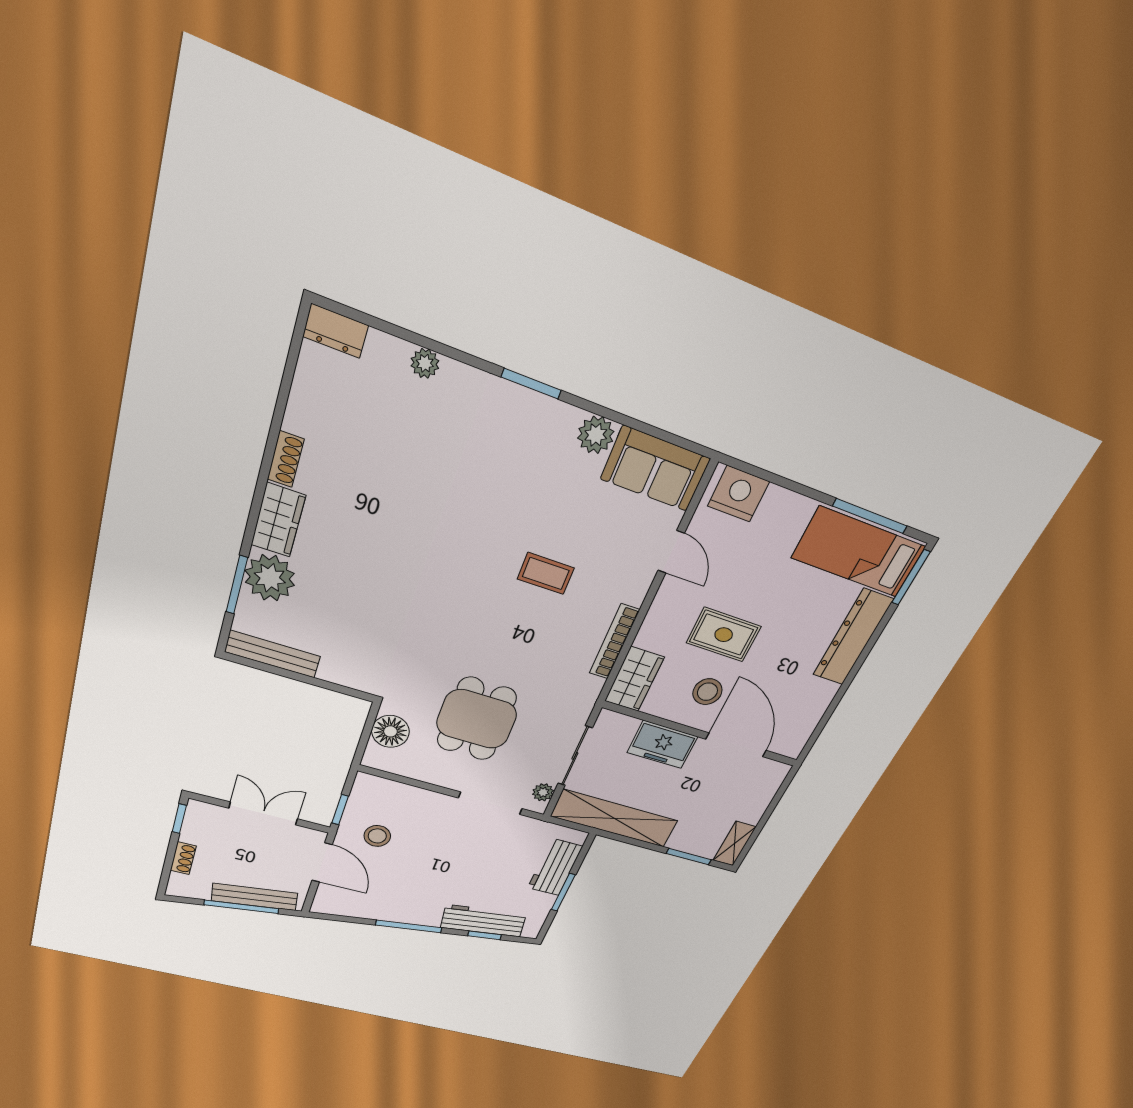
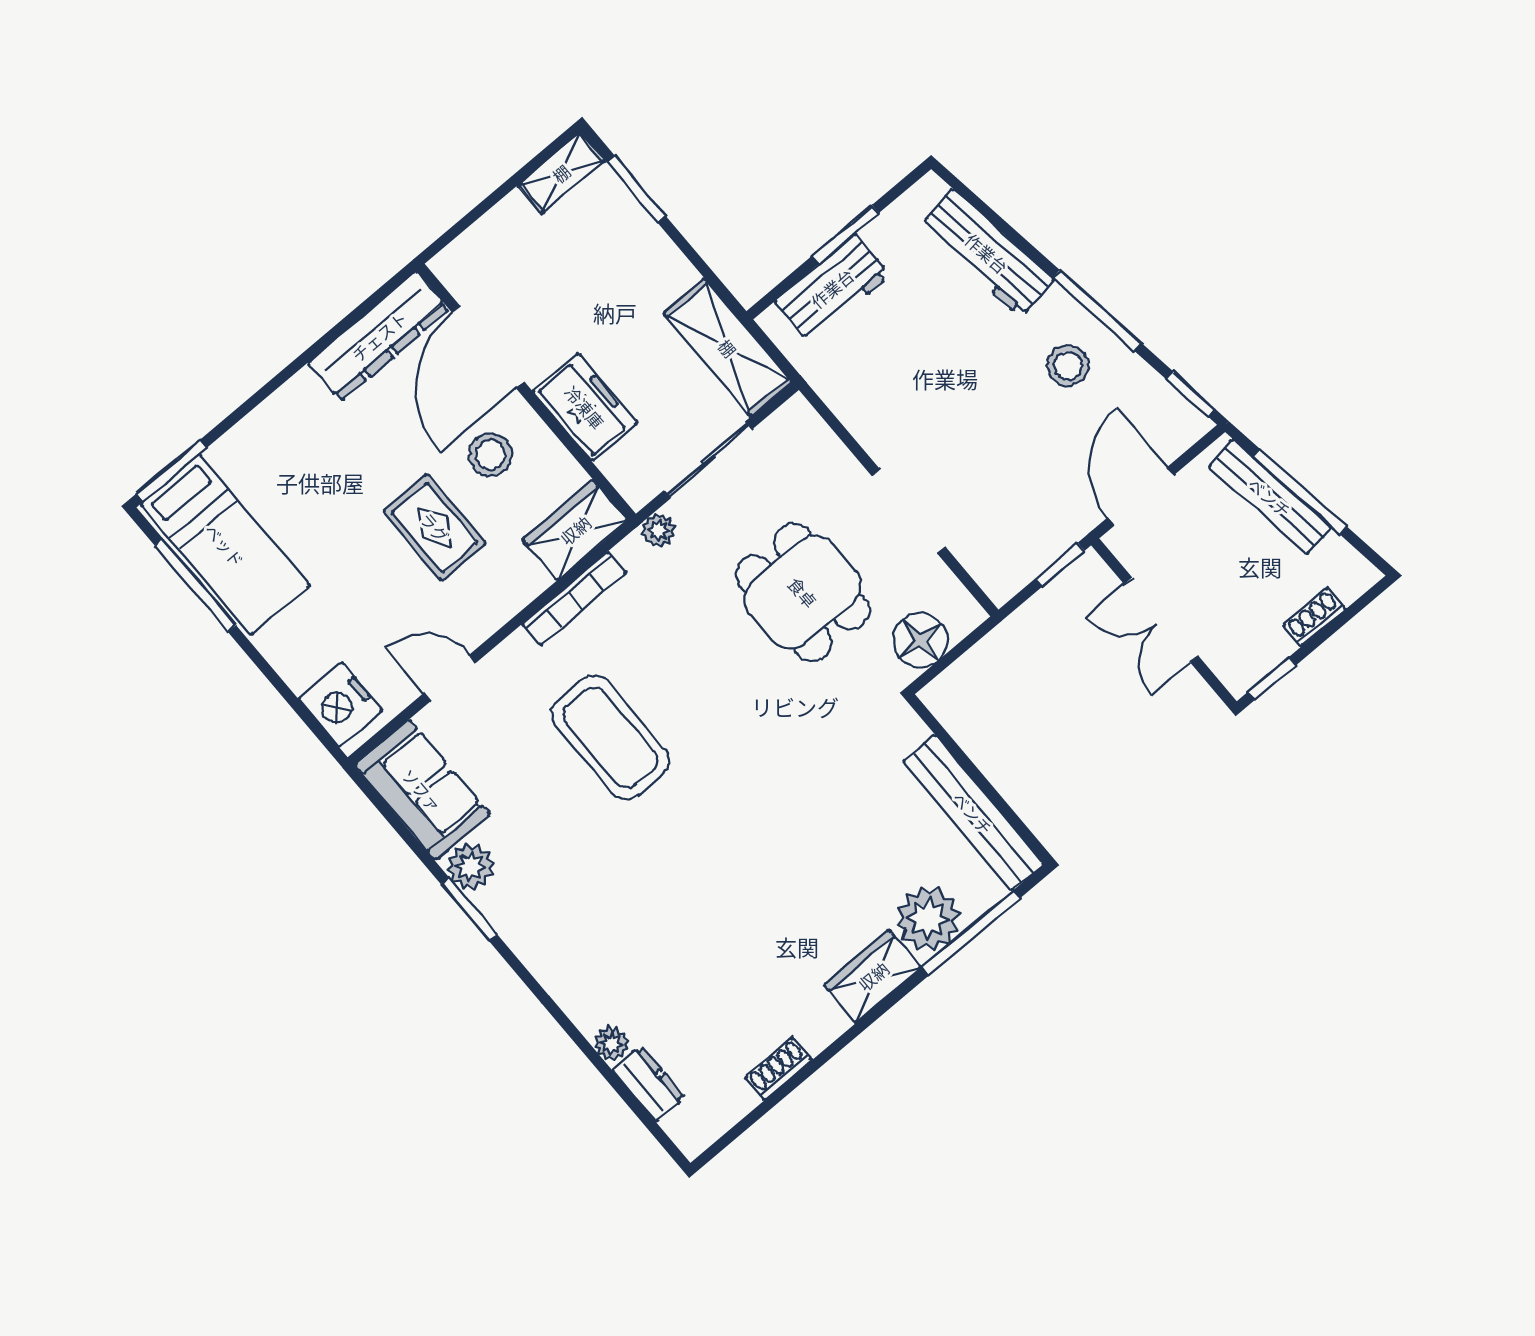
dresser: (336, 331) -> (648, 1084), moved
window: (531, 384) -> (469, 909), moved
shoe rack: (286, 459) -> (778, 1069), moved
door: (671, 552) -> (450, 678), hinge flipped
coffee table: (546, 573) -> (610, 738), width x1.86, depth x1.72
window: (237, 585) -> (971, 933), width x1.44
dresser: (853, 637) -> (379, 336), moved
bench: (273, 654) -> (973, 813), width x1.37, depth x1.21
dining table: (477, 719) -> (803, 592), turned 90
plant: (543, 792) -> (658, 530), moved
doorway: (490, 803) -> (908, 511), moved
shelving: (614, 818) -> (728, 348), width x0.68
stool: (377, 836) -> (1068, 366), moved
window: (485, 935) -> (1191, 394), moved

